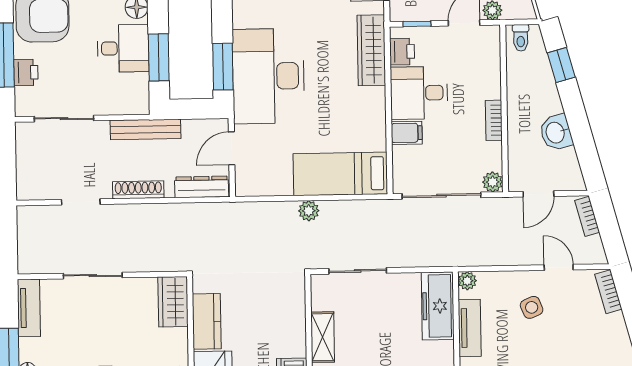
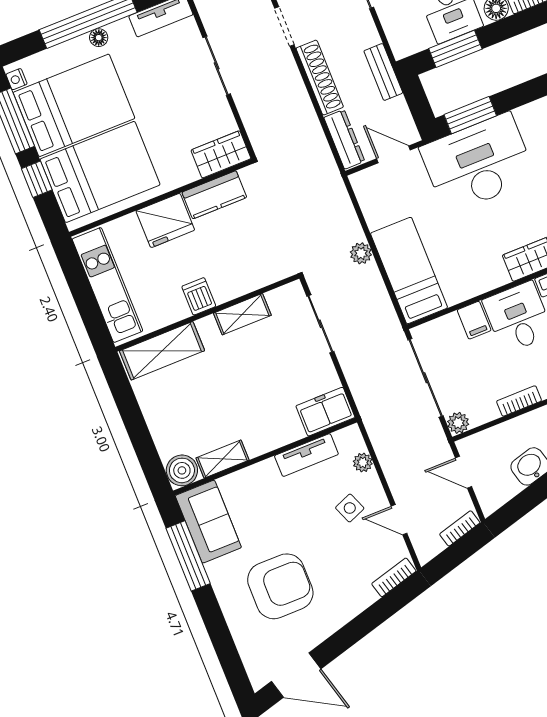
bench: (145, 129) -> (383, 72), width x0.73
shoe rack: (138, 190) -> (320, 78), width x1.36, depth x1.24
door: (559, 267) -> (399, 520), swing flipped
plant: (467, 281) -> (363, 462), moved
freezer: (438, 306) -> (325, 412), width x0.71

